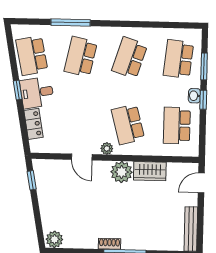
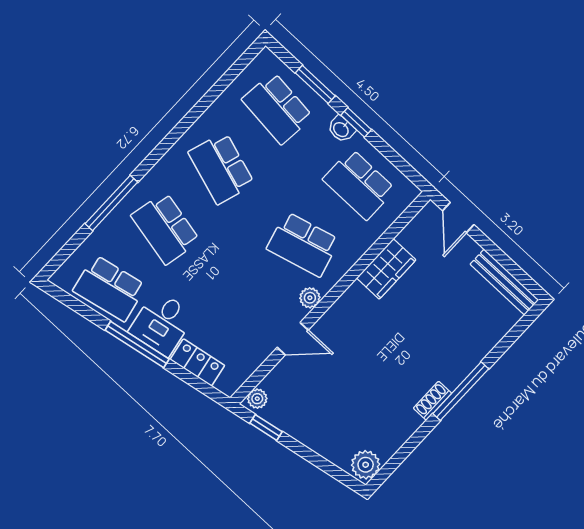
window: (18, 90) -> (137, 345), width x2.17
plant: (122, 172) -> (257, 399), moved, width x0.53, depth x0.53

